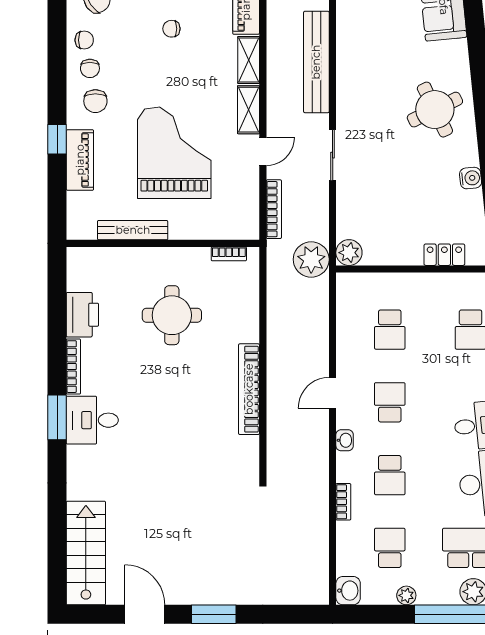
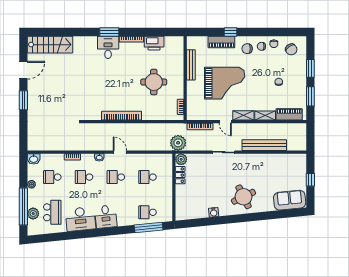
locker: (444, 255) -> (180, 175), moved
school desk: (390, 402) -> (116, 177), turned 180
school desk: (390, 548) -> (52, 177), turned 180

